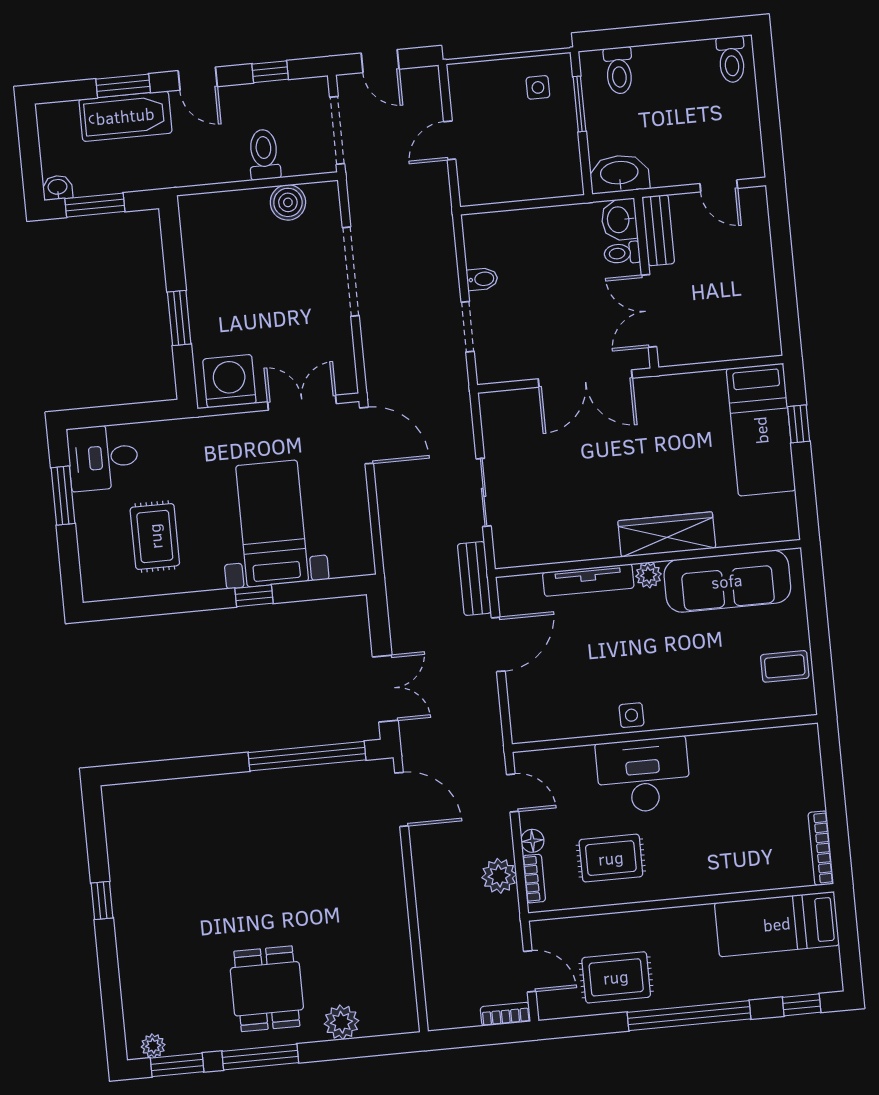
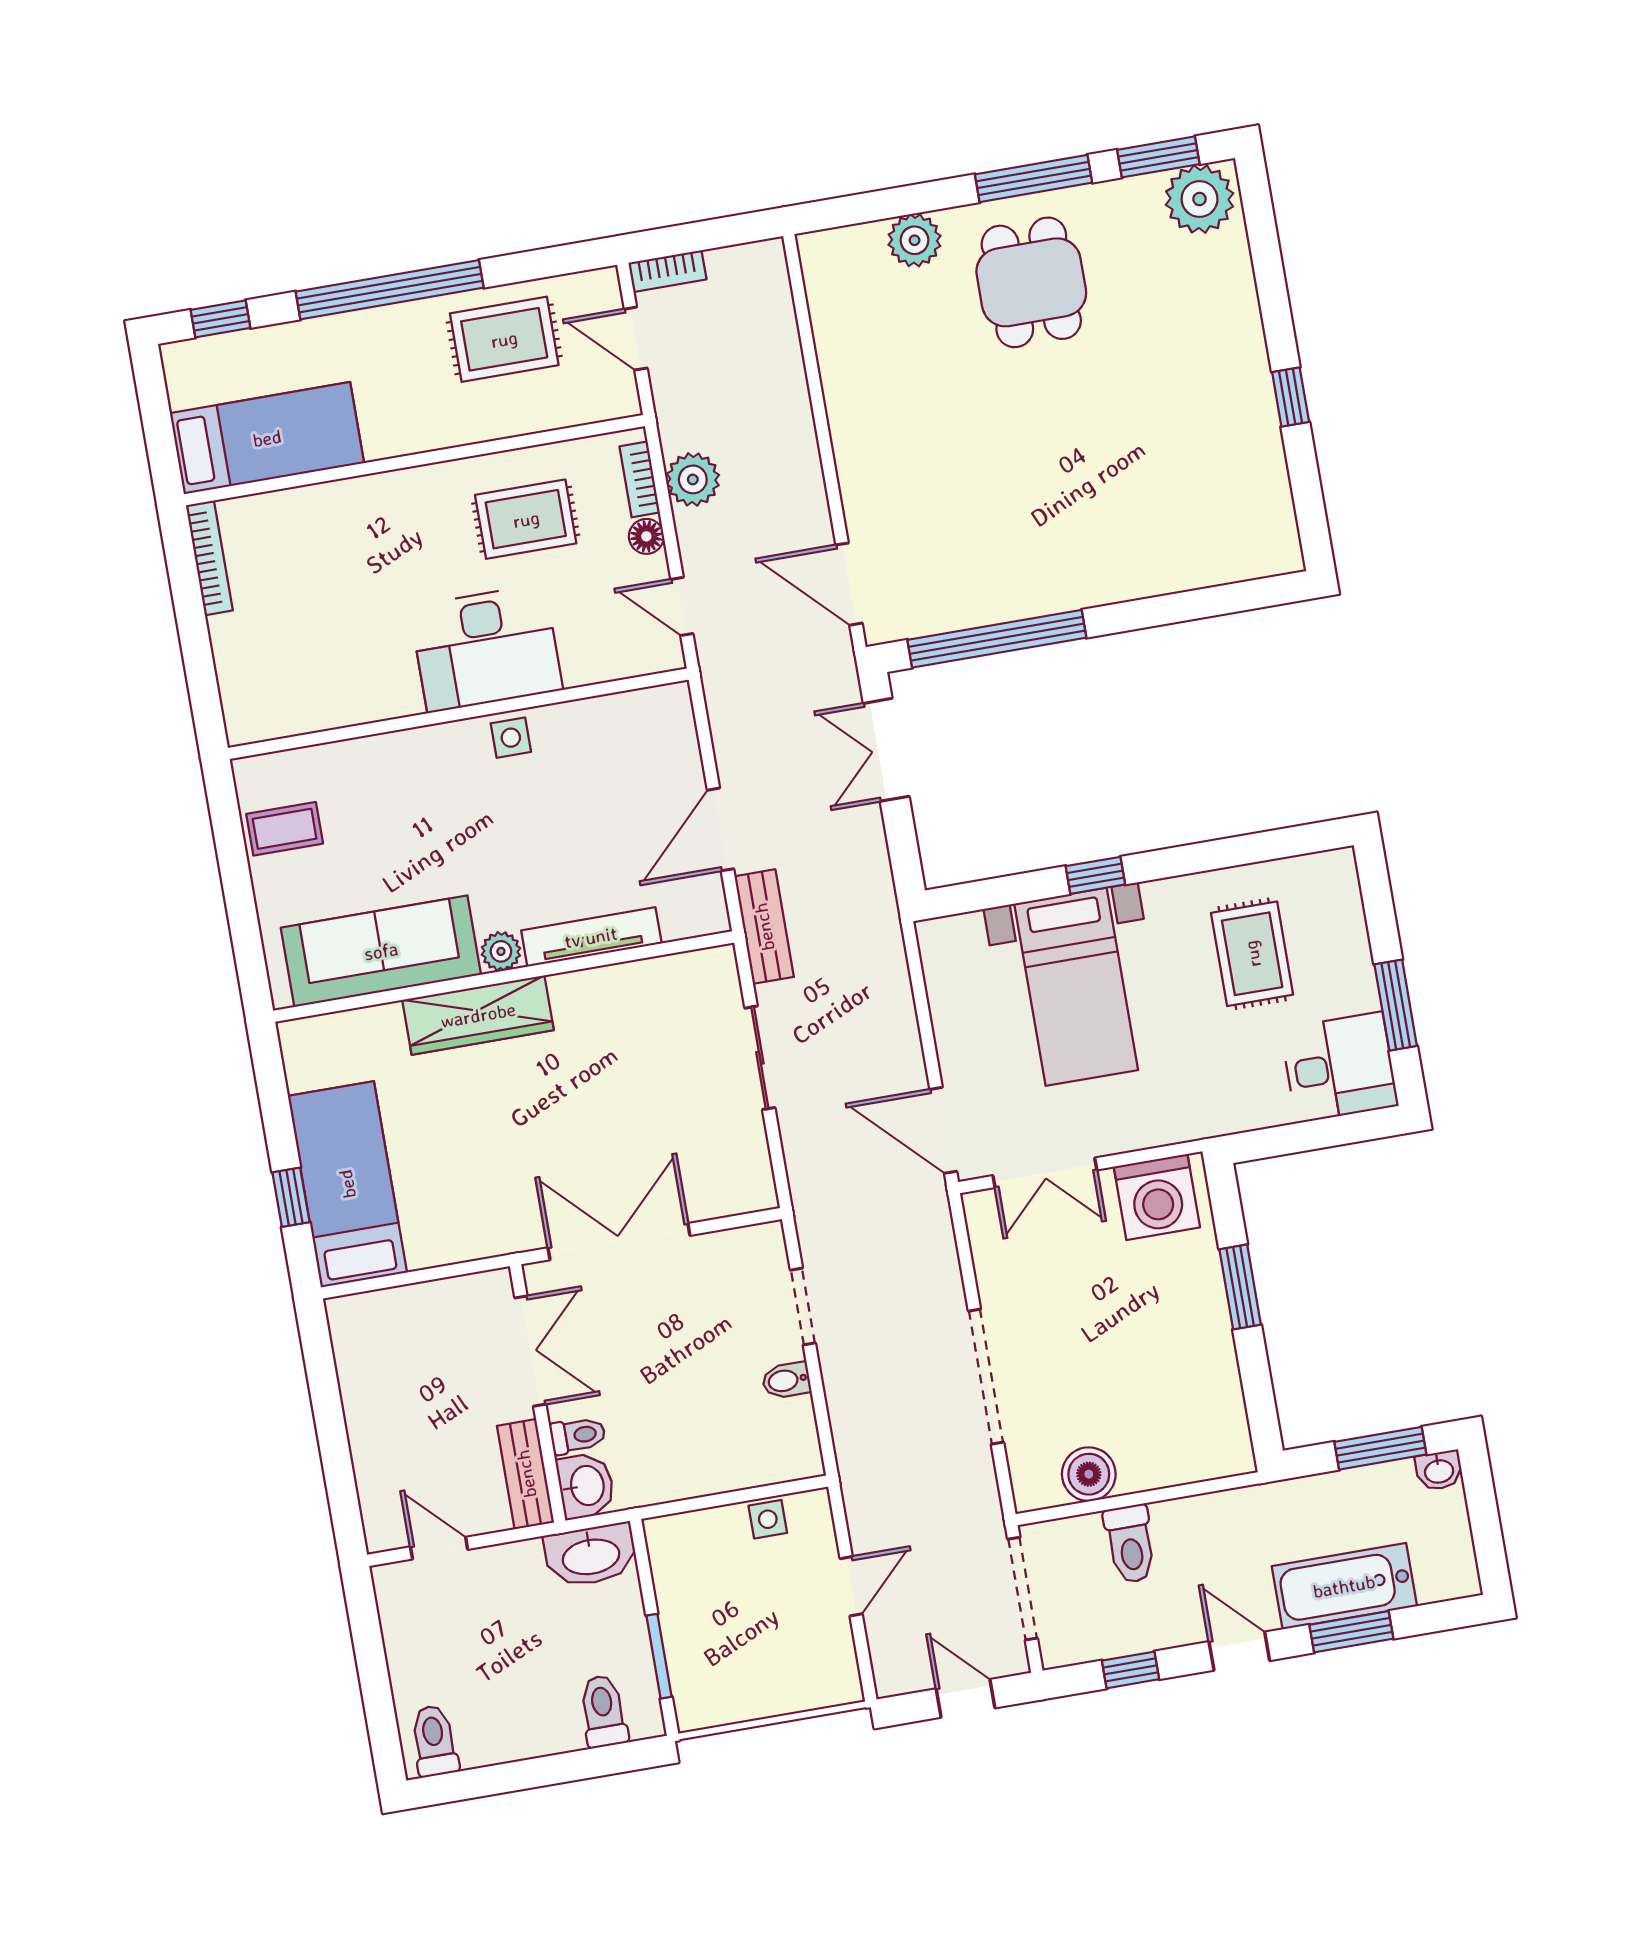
side table: (538, 87) -> (768, 1519), moved
plant: (153, 1046) -> (1200, 199), width x1.87, depth x1.87

